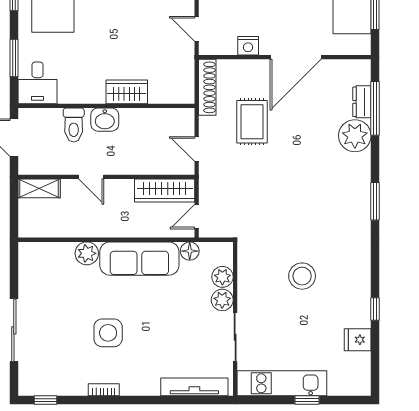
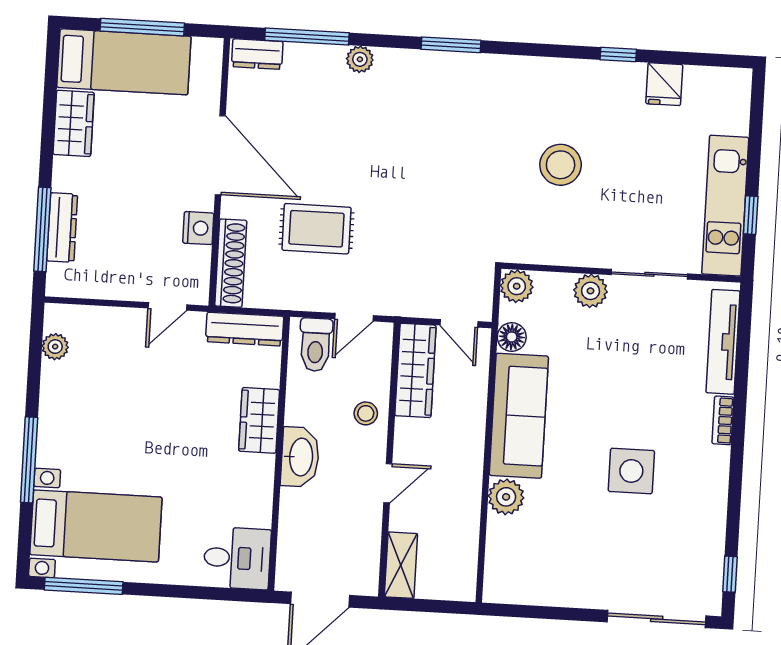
window: (14, 58) -> (196, 592), removed
dresser: (185, 79) -> (245, 329), added
shoe rack: (207, 87) -> (231, 263), moved, turned 90
dresser: (362, 102) -> (257, 54), moved
washbasin: (105, 120) -> (300, 457), width x1.38
toilet: (74, 125) -> (316, 345), moved, turned 90
plant: (355, 136) -> (360, 59), width x0.53, depth x0.53
stool: (135, 160) -> (366, 413), added
plant: (222, 277) -> (517, 286), moved
sliding door: (14, 330) -> (657, 619), moved
bookcase: (104, 390) -> (723, 420), moved
window: (307, 400) -> (751, 215), moved

